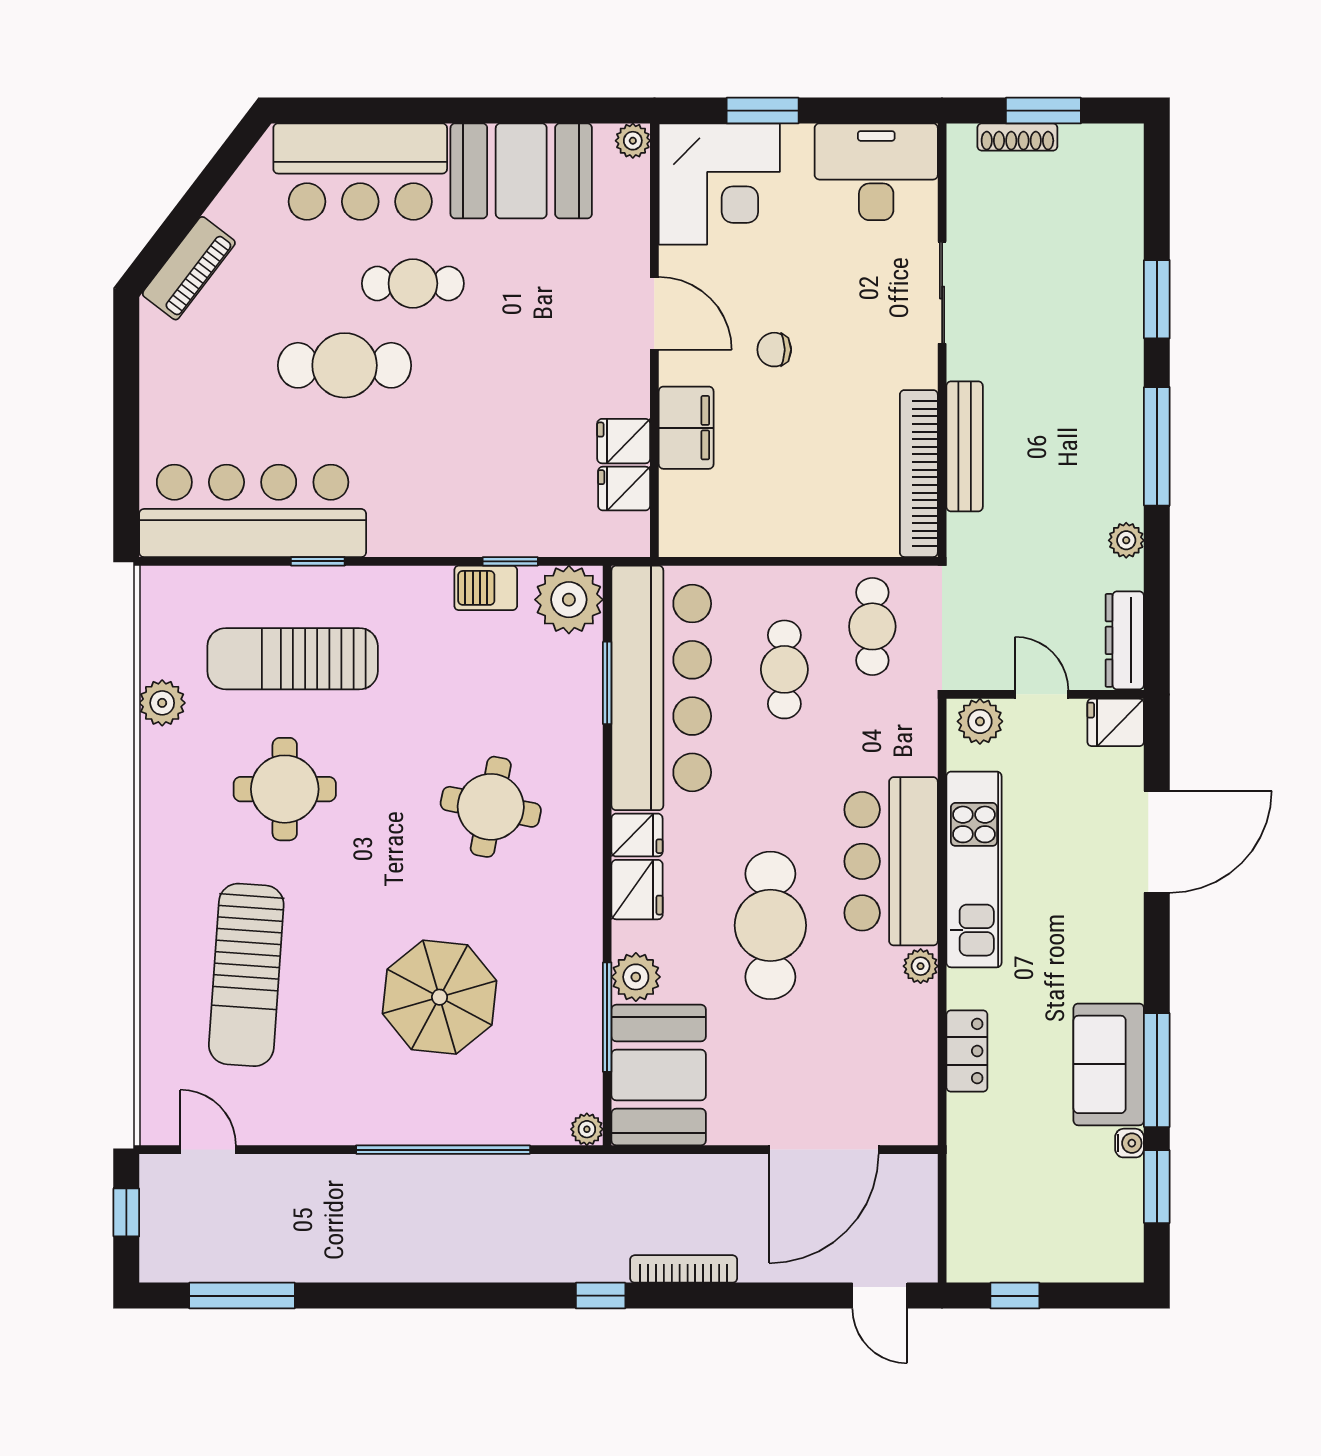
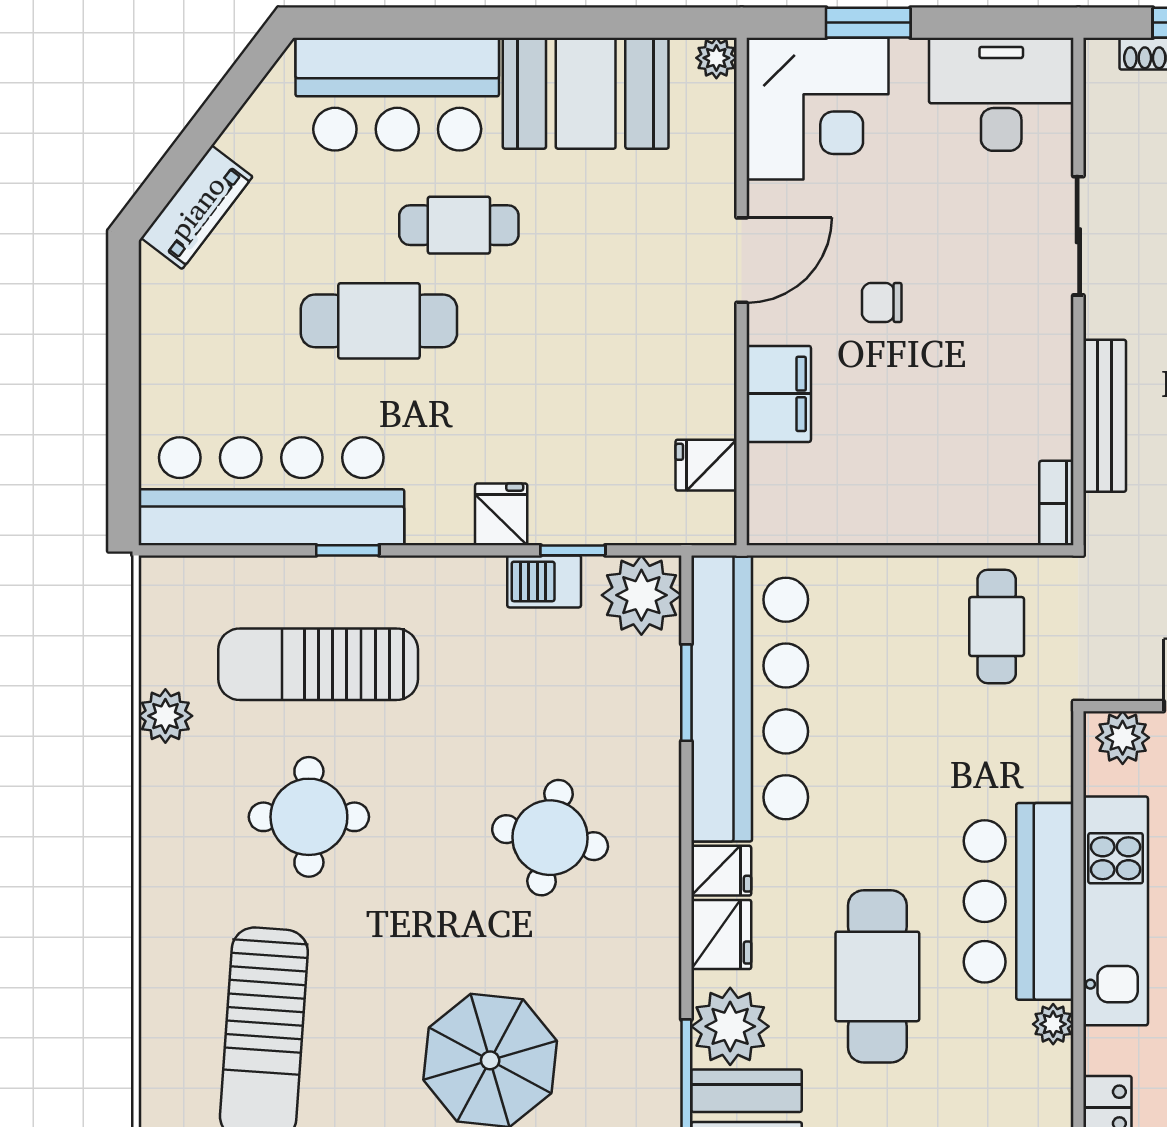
door: (654, 313) -> (742, 260), hinge flipped
fridge: (624, 441) -> (501, 514), moved, turned 90
bookcase: (919, 474) -> (1056, 503), width x0.43, depth x0.76
cafe table: (784, 669) -> (894, 677), removed
plant: (636, 977) -> (730, 1026), width x1.36, depth x1.36

